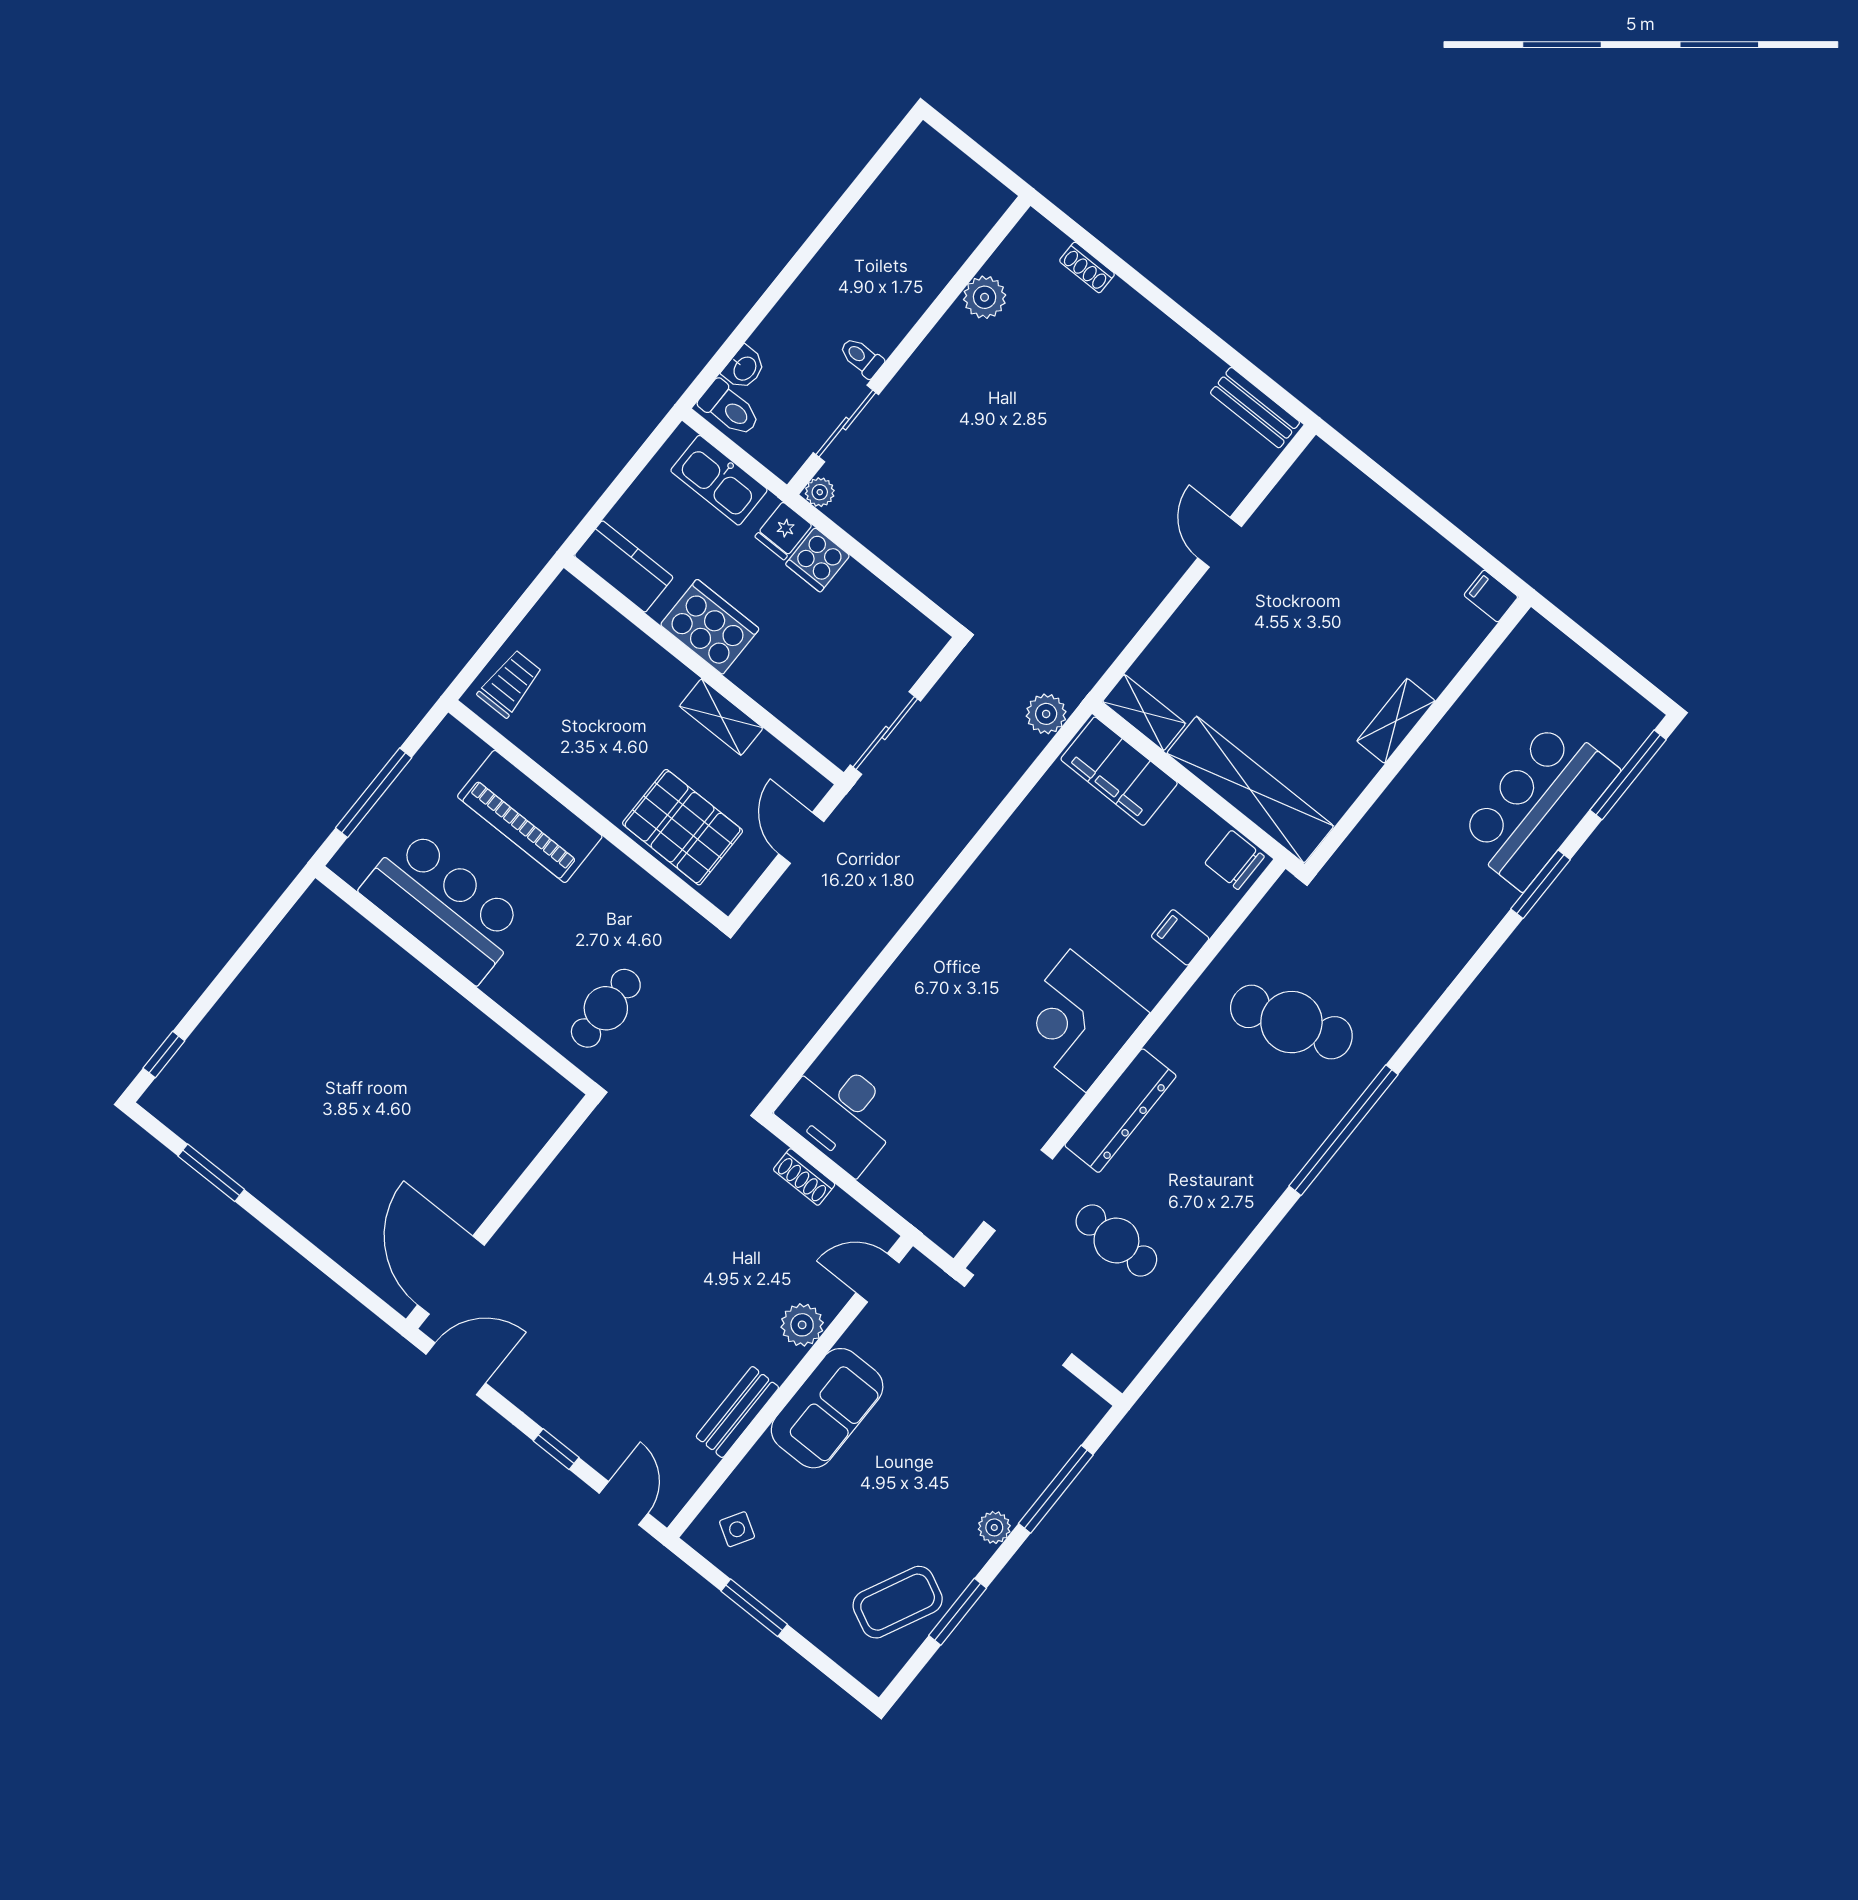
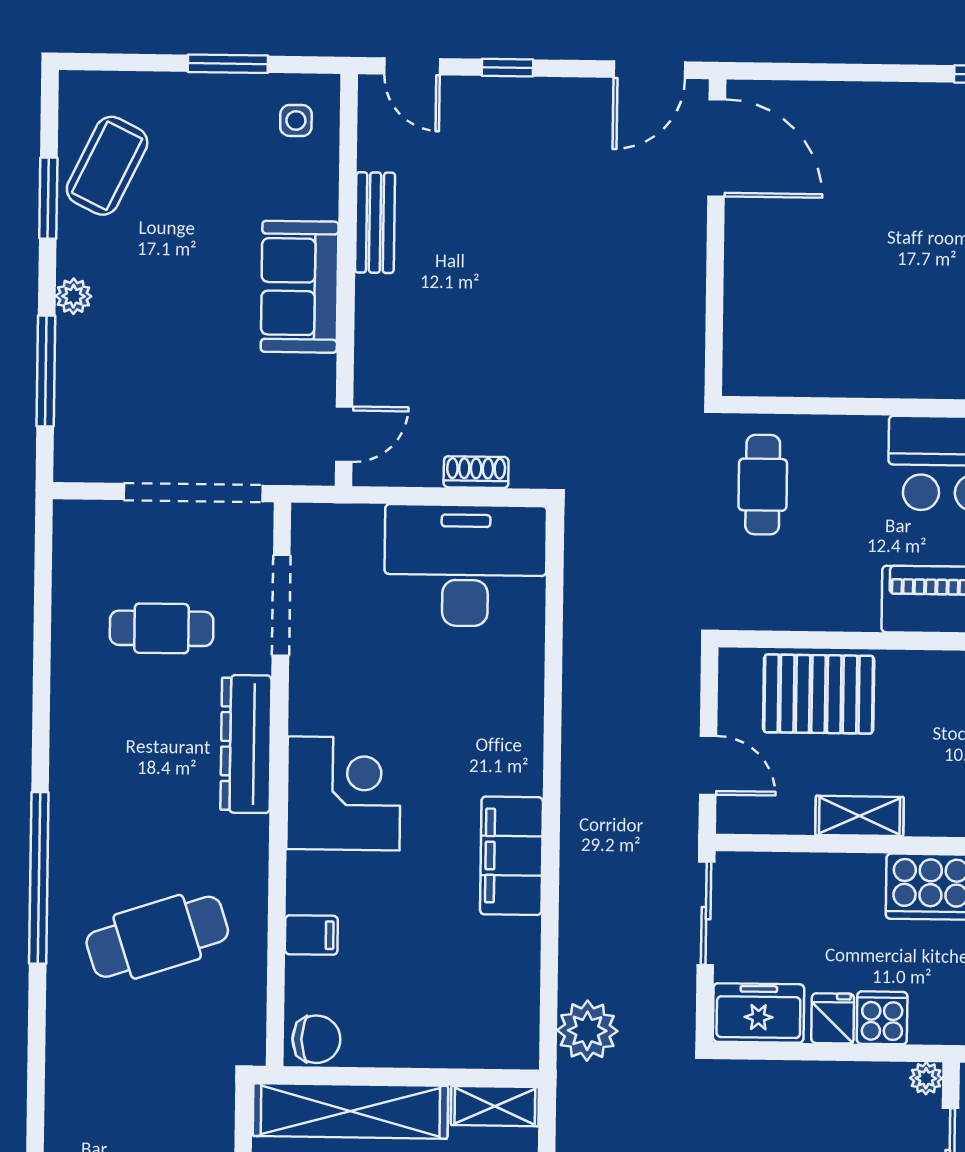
fridge: (783, 531) -> (833, 1018), moved
freezer: (903, 632) -> (759, 1013), added
plant: (1046, 714) -> (587, 1031), width x1.36, depth x1.36
filing cabinet: (1119, 771) -> (511, 856), moved, turned -90
desk: (841, 1114) -> (465, 565), width x1.36, depth x1.30
plant: (802, 1325) -> (378, 342), removed
side table: (737, 1529) -> (296, 120), turned -31

